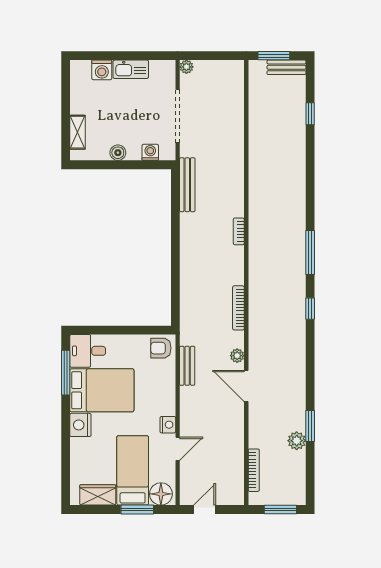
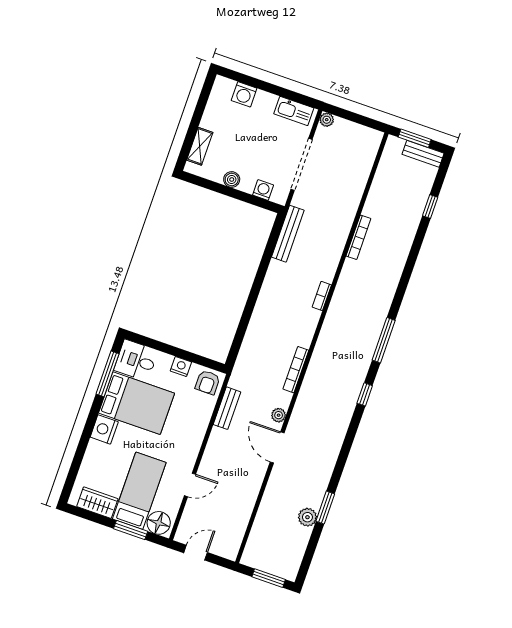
kitchen sink: (131, 69) -> (294, 111), moved
armchair: (161, 348) -> (208, 382), turned -90
nightstand: (168, 425) -> (181, 367), moved, turned -90
bookcase: (254, 470) -> (358, 237), moved

